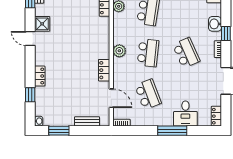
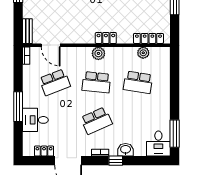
locker: (104, 70) -> (106, 38), moved
door: (111, 98) -> (51, 45), hinge flipped
locker: (216, 116) -> (44, 151), moved
bench: (87, 121) -> (27, 31), moved

